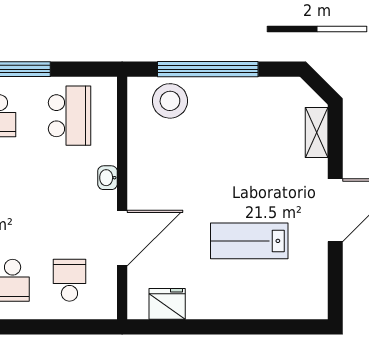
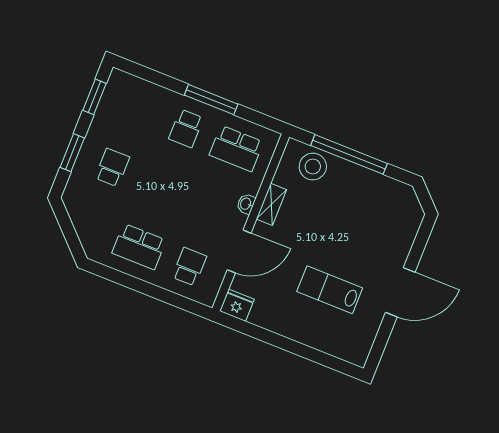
school desk: (69, 116) -> (236, 148), turned 90
shelving: (317, 133) -> (271, 204), moved
fridge: (167, 304) -> (237, 305), moved

